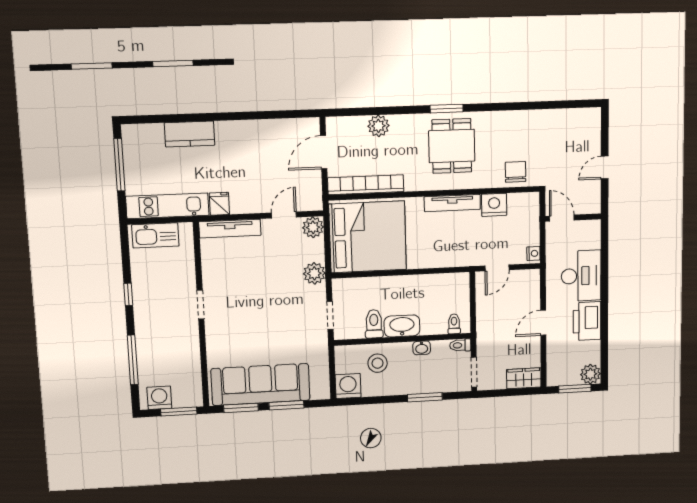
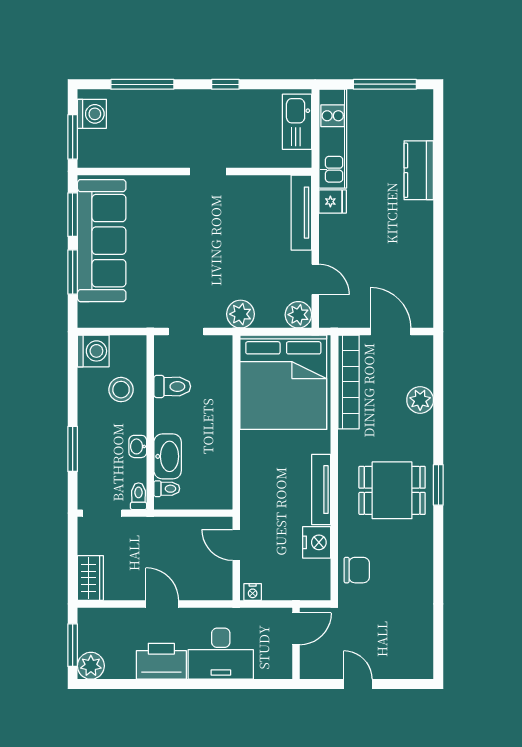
washbasin: (402, 326) -> (168, 456), moved

